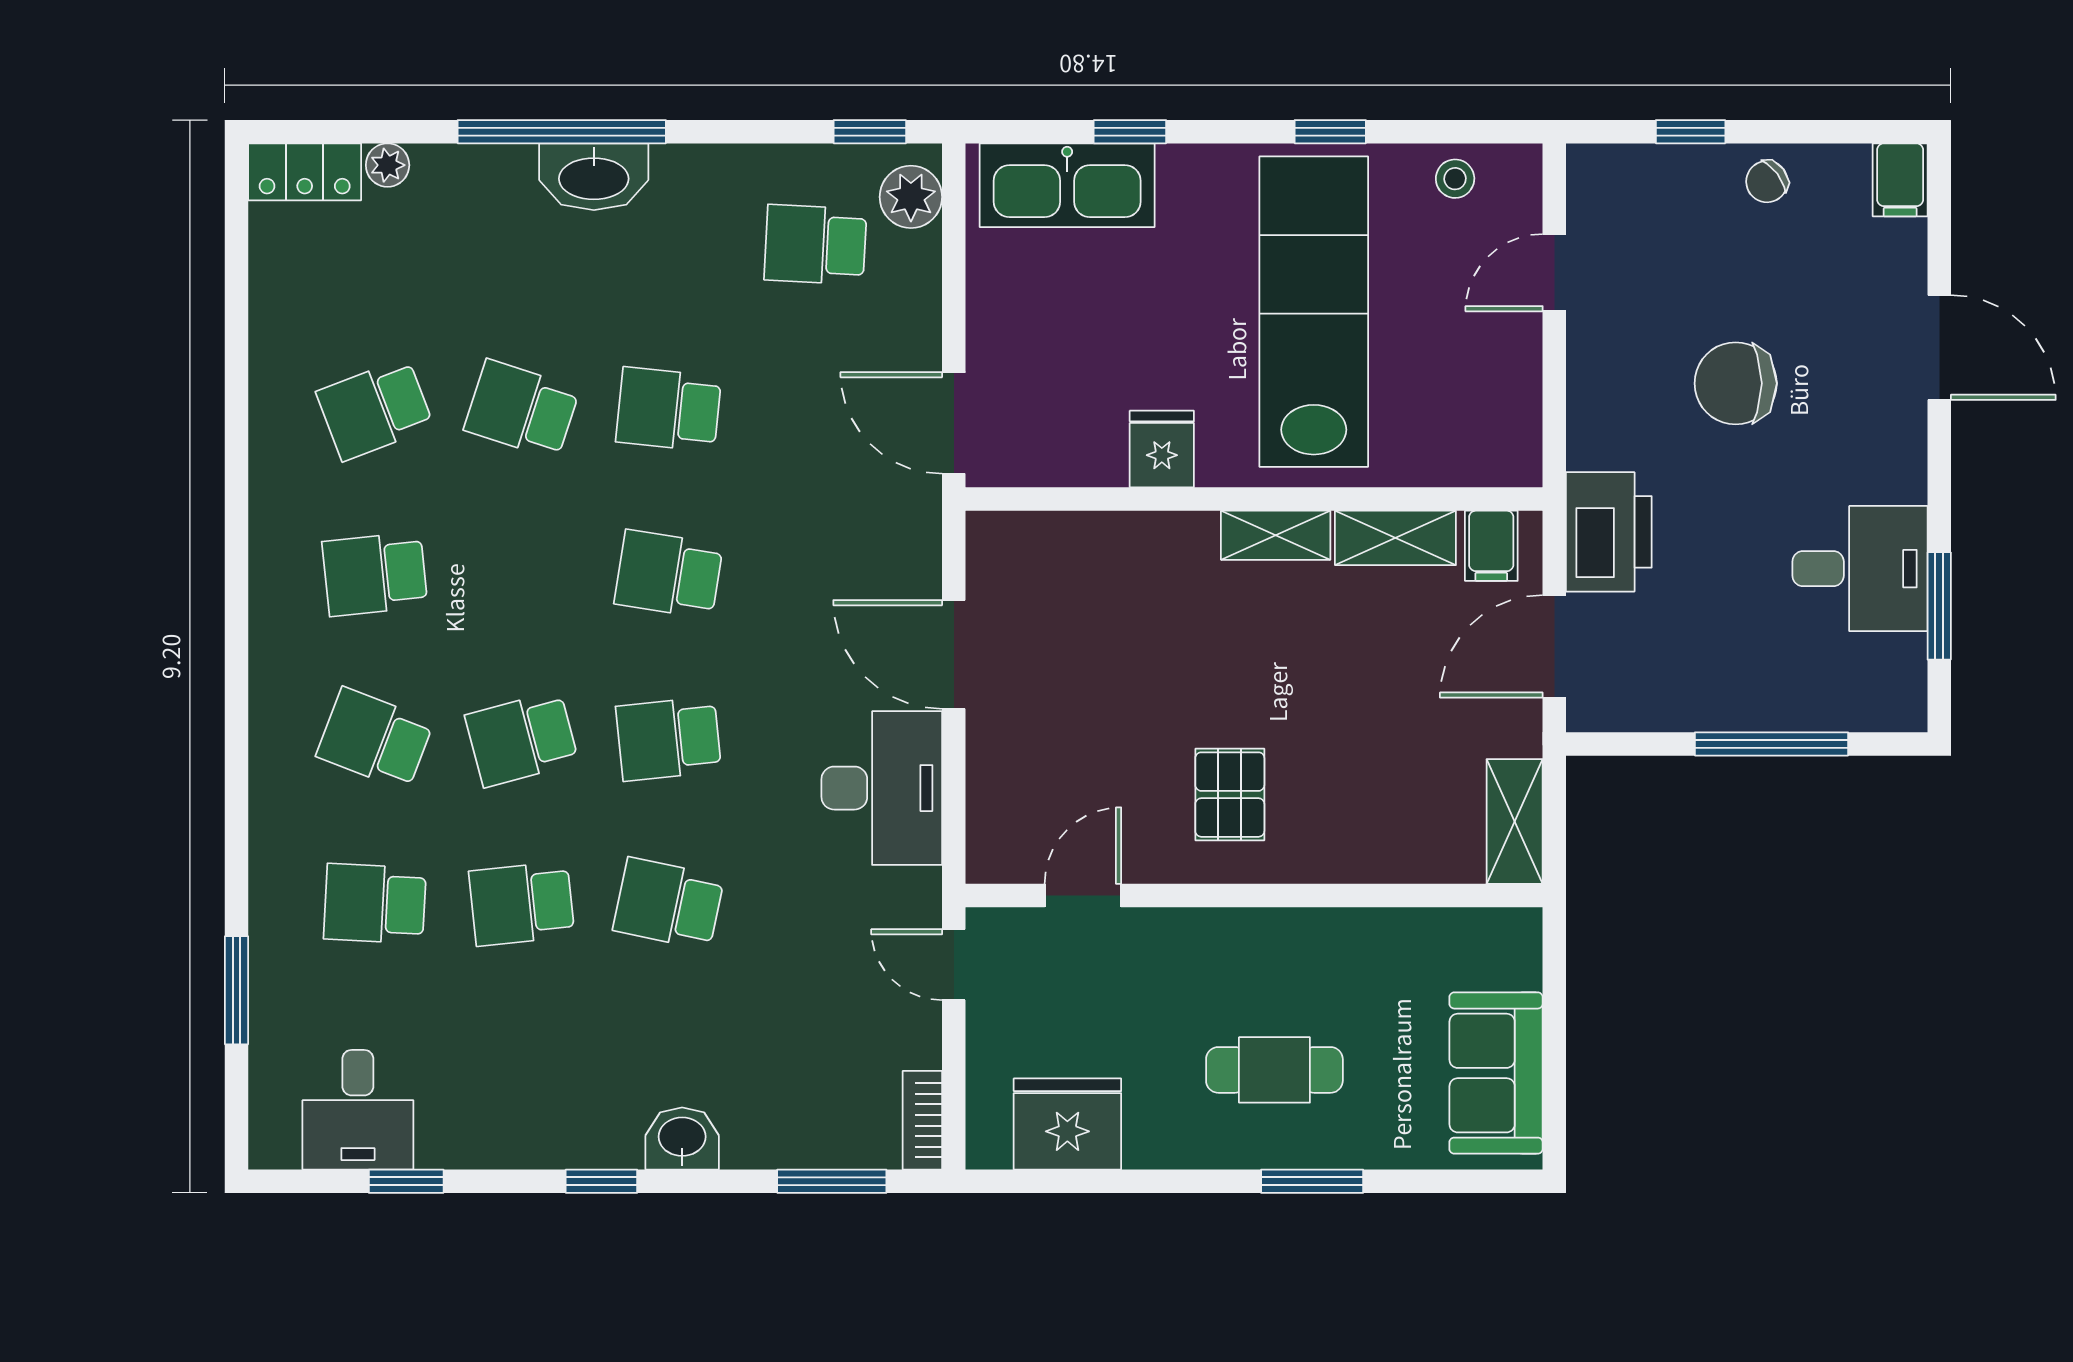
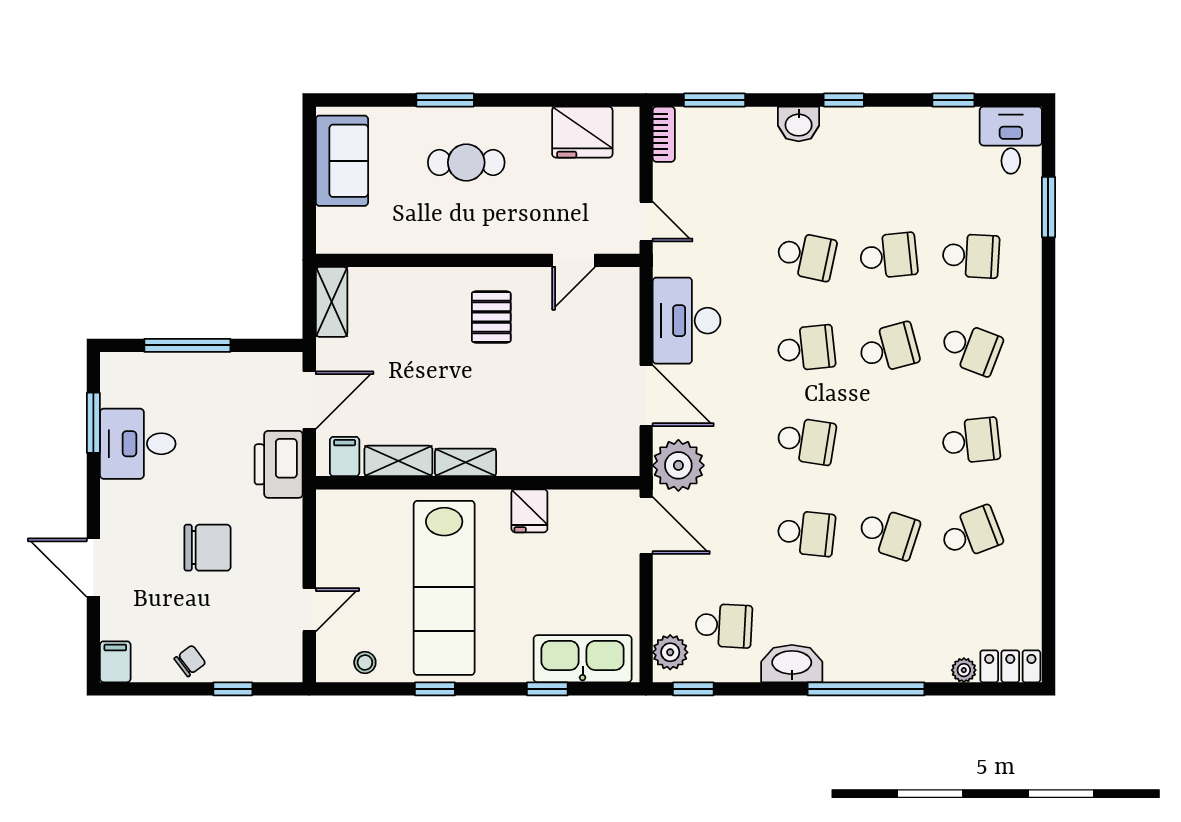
washbasin: (594, 177) -> (792, 664), moved
plant: (896, 530) -> (678, 465), added
desk: (358, 1110) -> (1011, 140), moved

